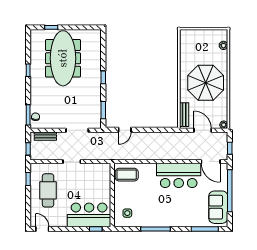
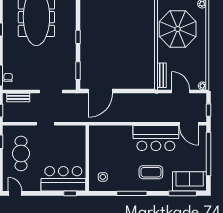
parasol: (206, 83) -> (178, 29), moved
door: (125, 130) -> (100, 91), width x1.87
coffee table: (127, 175) -> (151, 172), moved
sofa: (218, 207) -> (190, 181), moved, turned 90

